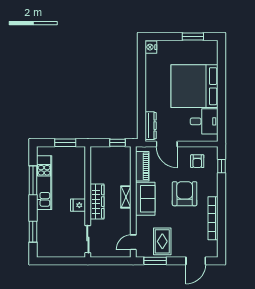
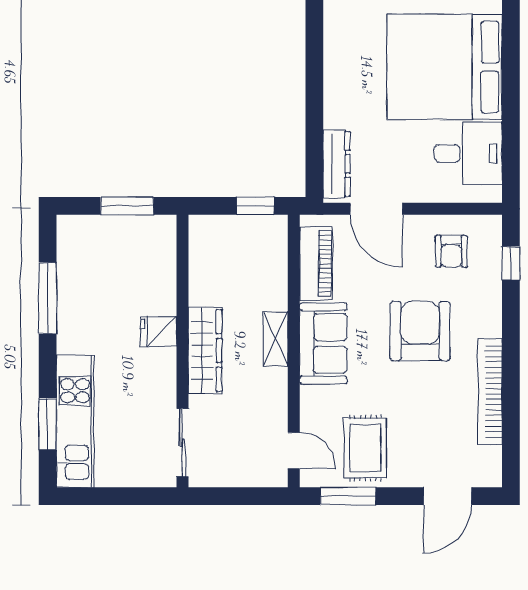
kitchen unit: (44, 183) -> (75, 421), moved
fridge: (78, 205) -> (158, 332), moved
door: (133, 242) -> (294, 451), swing flipped

